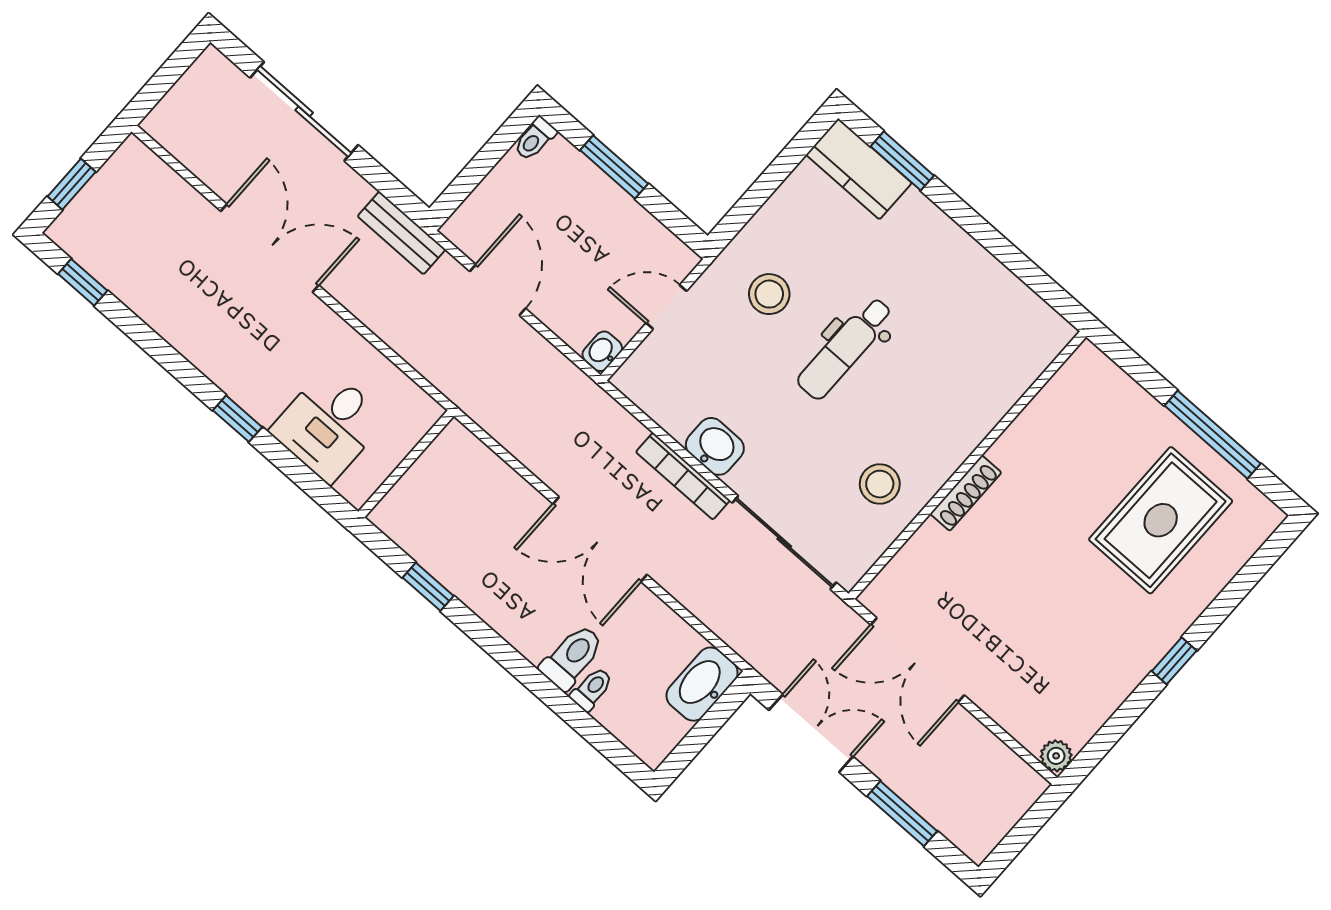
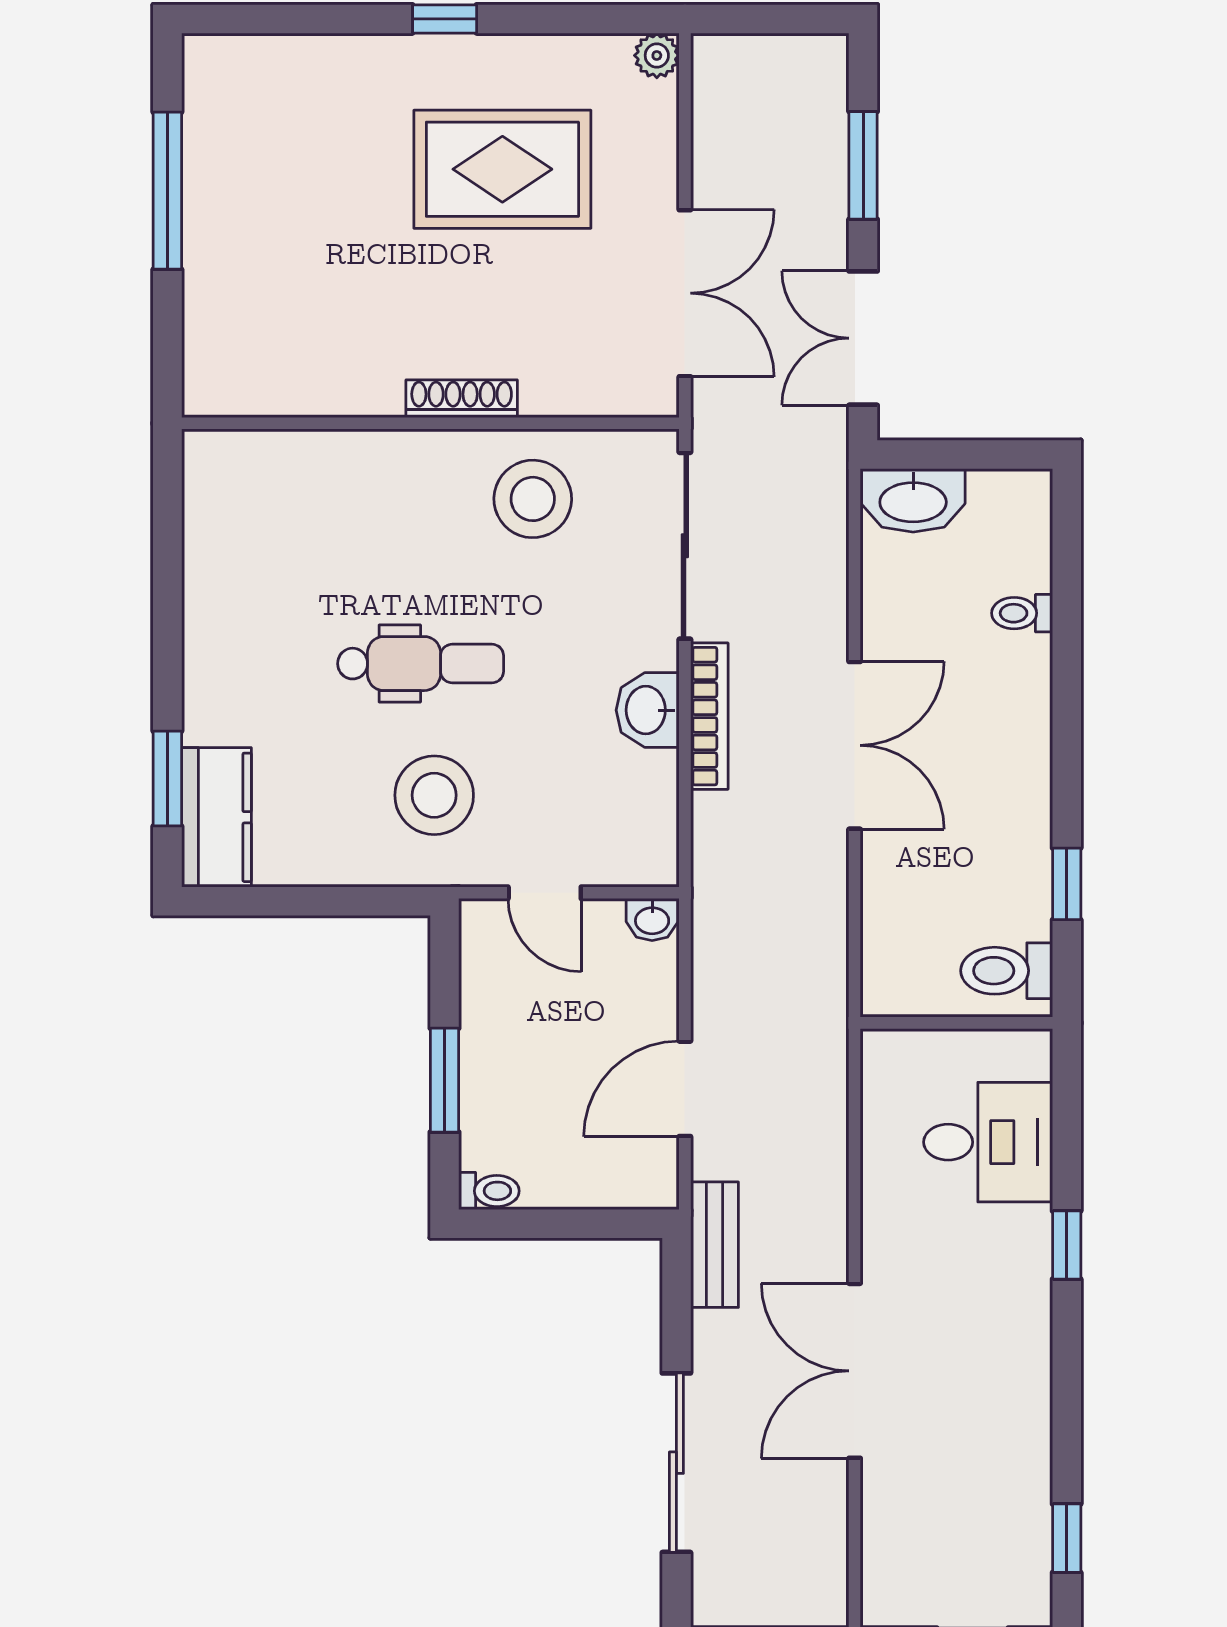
stool: (769, 294) -> (434, 795), width x1.38, depth x1.38
stool: (880, 484) -> (533, 499), width x1.38, depth x1.38
rug: (1161, 520) -> (502, 169), moved
toilet: (572, 657) -> (1007, 971), moved

